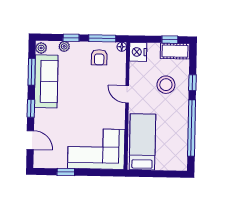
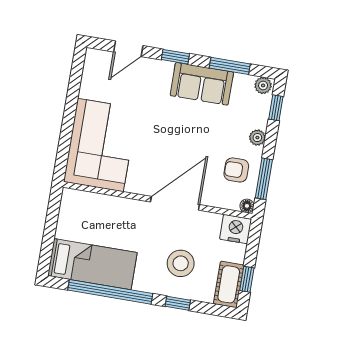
window: (71, 38) -> (276, 108), moved
plant: (64, 46) -> (257, 138), moved
sofa: (46, 81) -> (202, 84), width x0.73
door: (127, 94) -> (175, 203), width x1.88
bed: (142, 142) -> (92, 264), moved
window: (66, 172) -> (73, 95), removed

